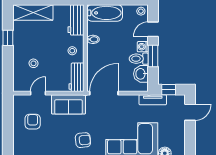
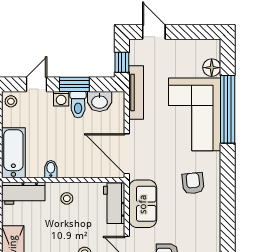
door: (153, 29) -> (37, 84), swing flipped
workbench: (76, 77) -> (114, 203), moved, turned 90
tv unit: (153, 100) -> (136, 92), width x1.41

